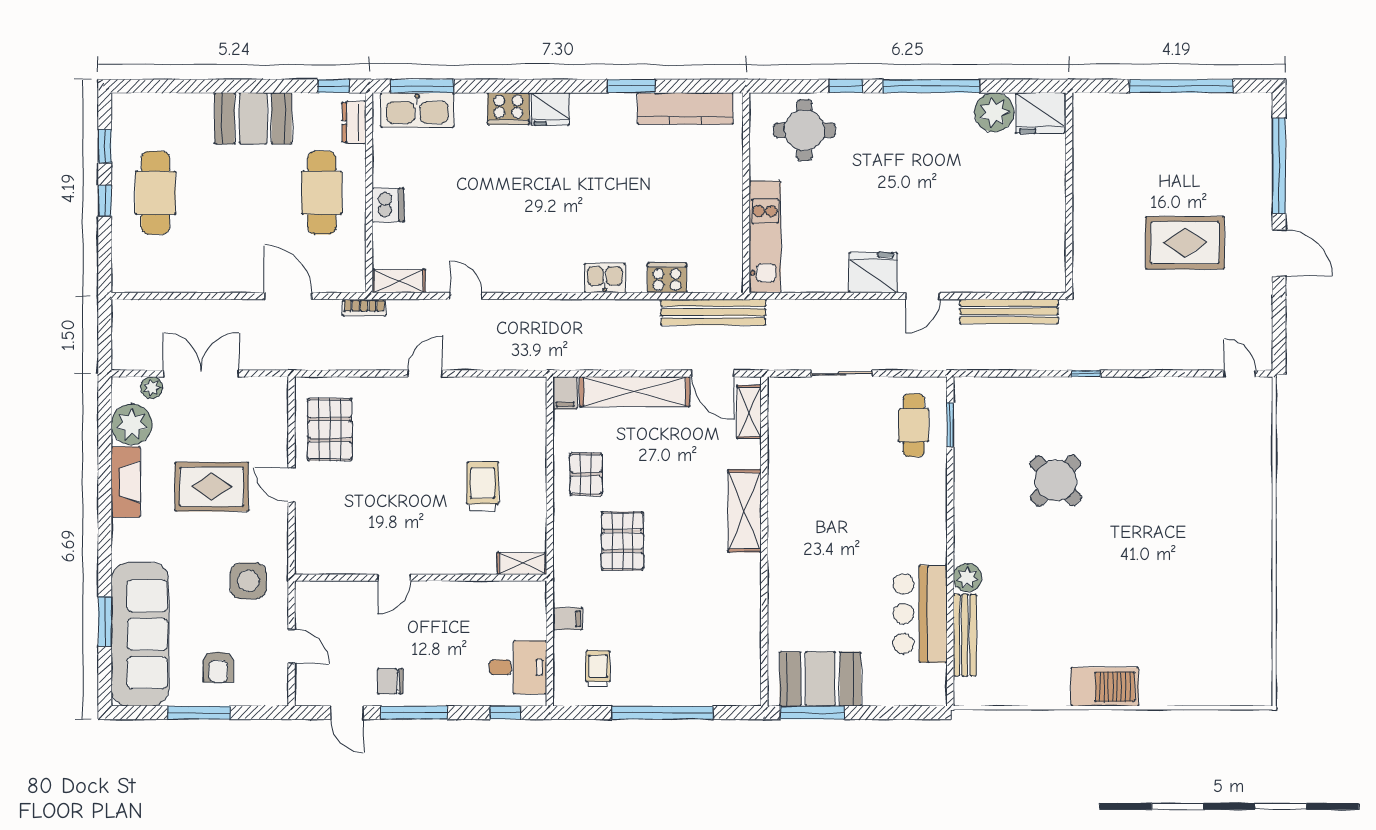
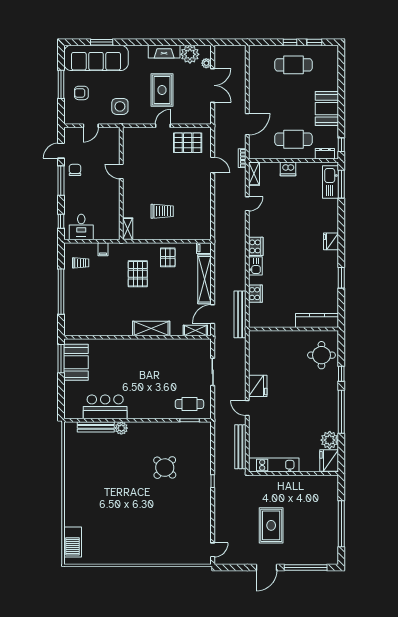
kitchen counter: (685, 108) -> (317, 321), moved, turned 90
cooker: (508, 109) -> (256, 246), moved, turned 180
kitchen unit: (765, 237) -> (274, 465), moved, turned 180
door: (425, 374) -> (213, 165), moved
pallet: (586, 474) -> (168, 257), turned 90
pallet: (622, 541) -> (138, 274), turned 90
barbecue: (1105, 687) -> (73, 542), moved

